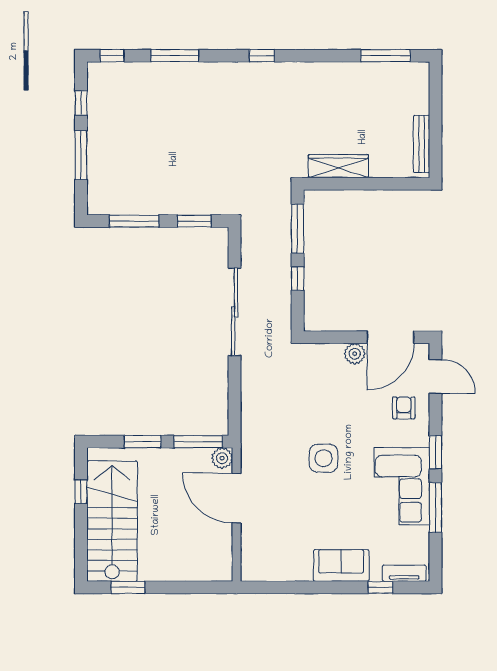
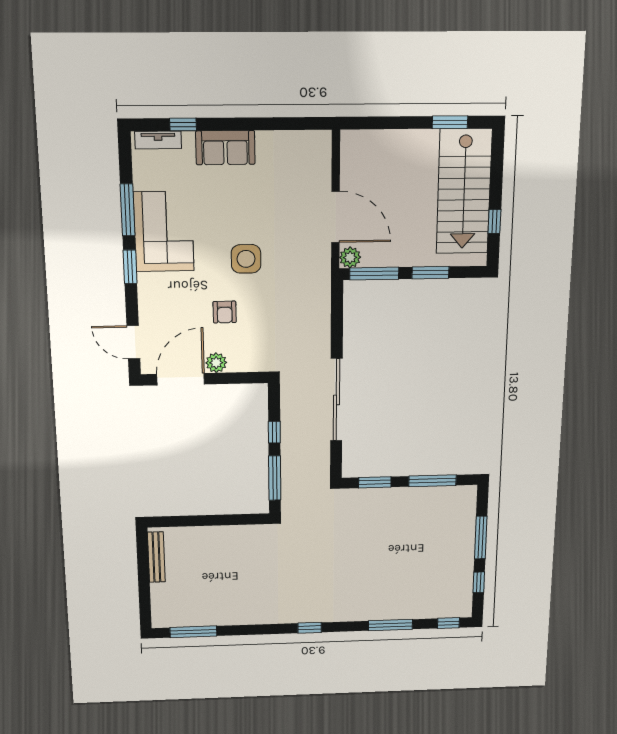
wardrobe: (338, 166) -> (236, 535), removed
armchair: (404, 408) -> (225, 312), moved

